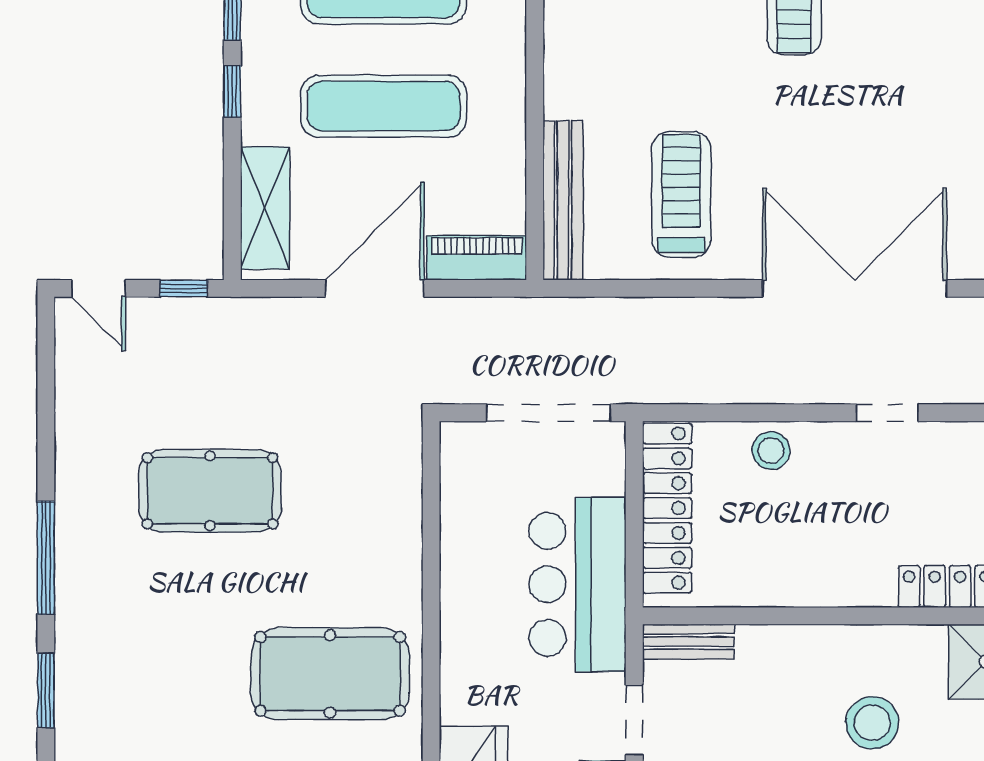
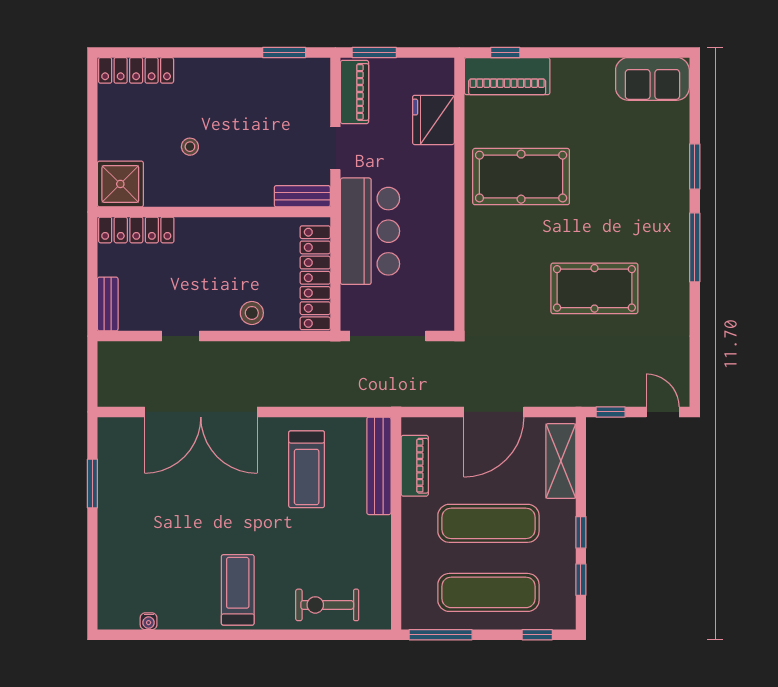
piano: (477, 258) -> (415, 466), moved, turned -90
stool: (872, 723) -> (190, 147), width x0.53, depth x0.53

